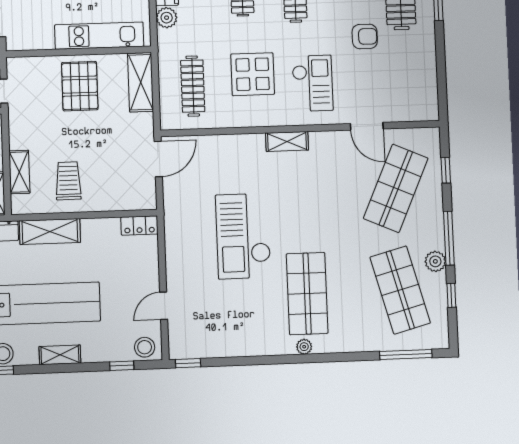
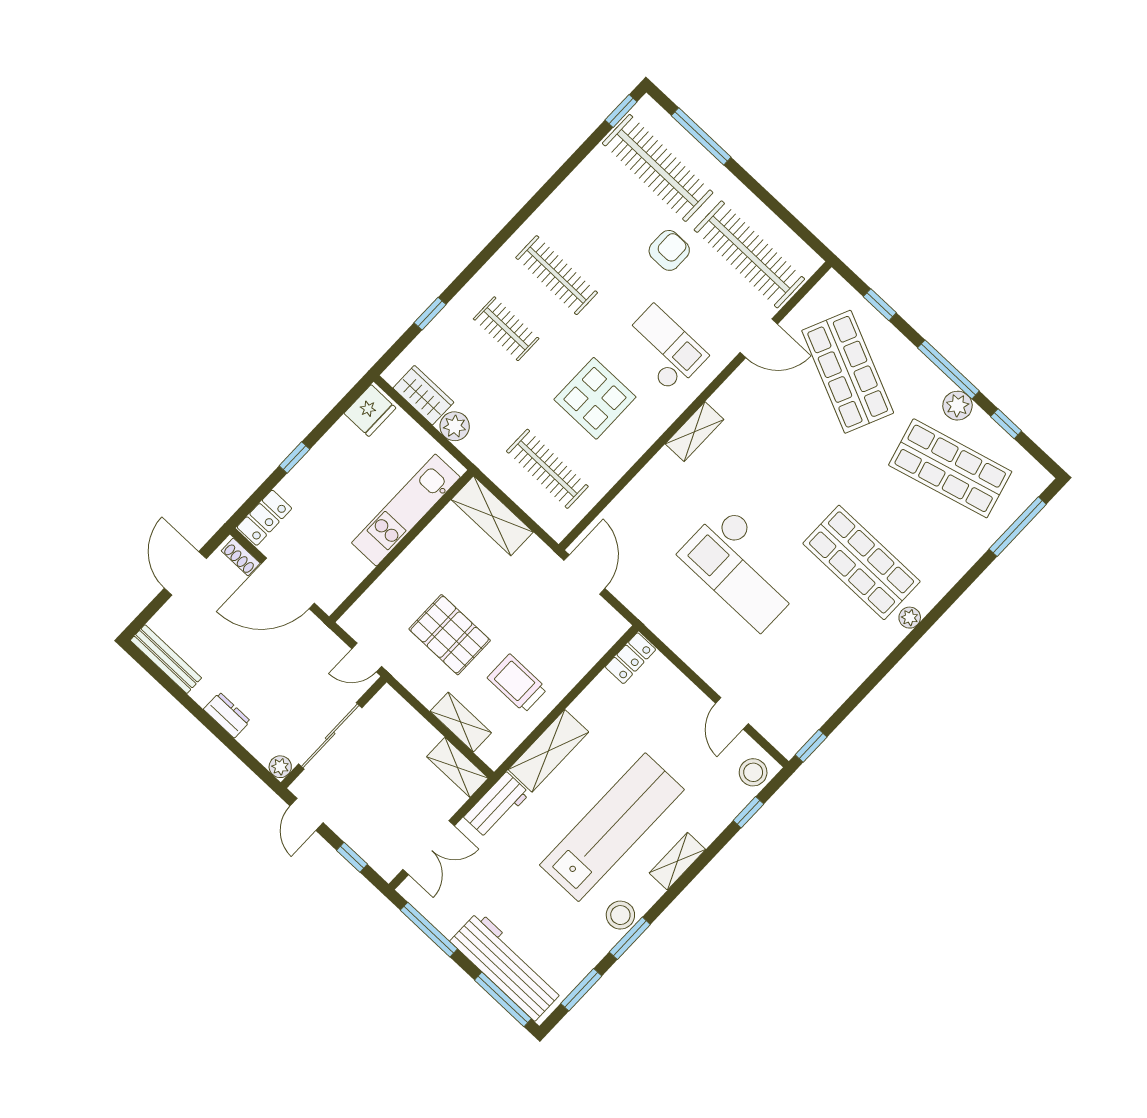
clothes rail: (404, 79) -> (749, 254), added
pallet: (80, 86) -> (450, 635), moved

